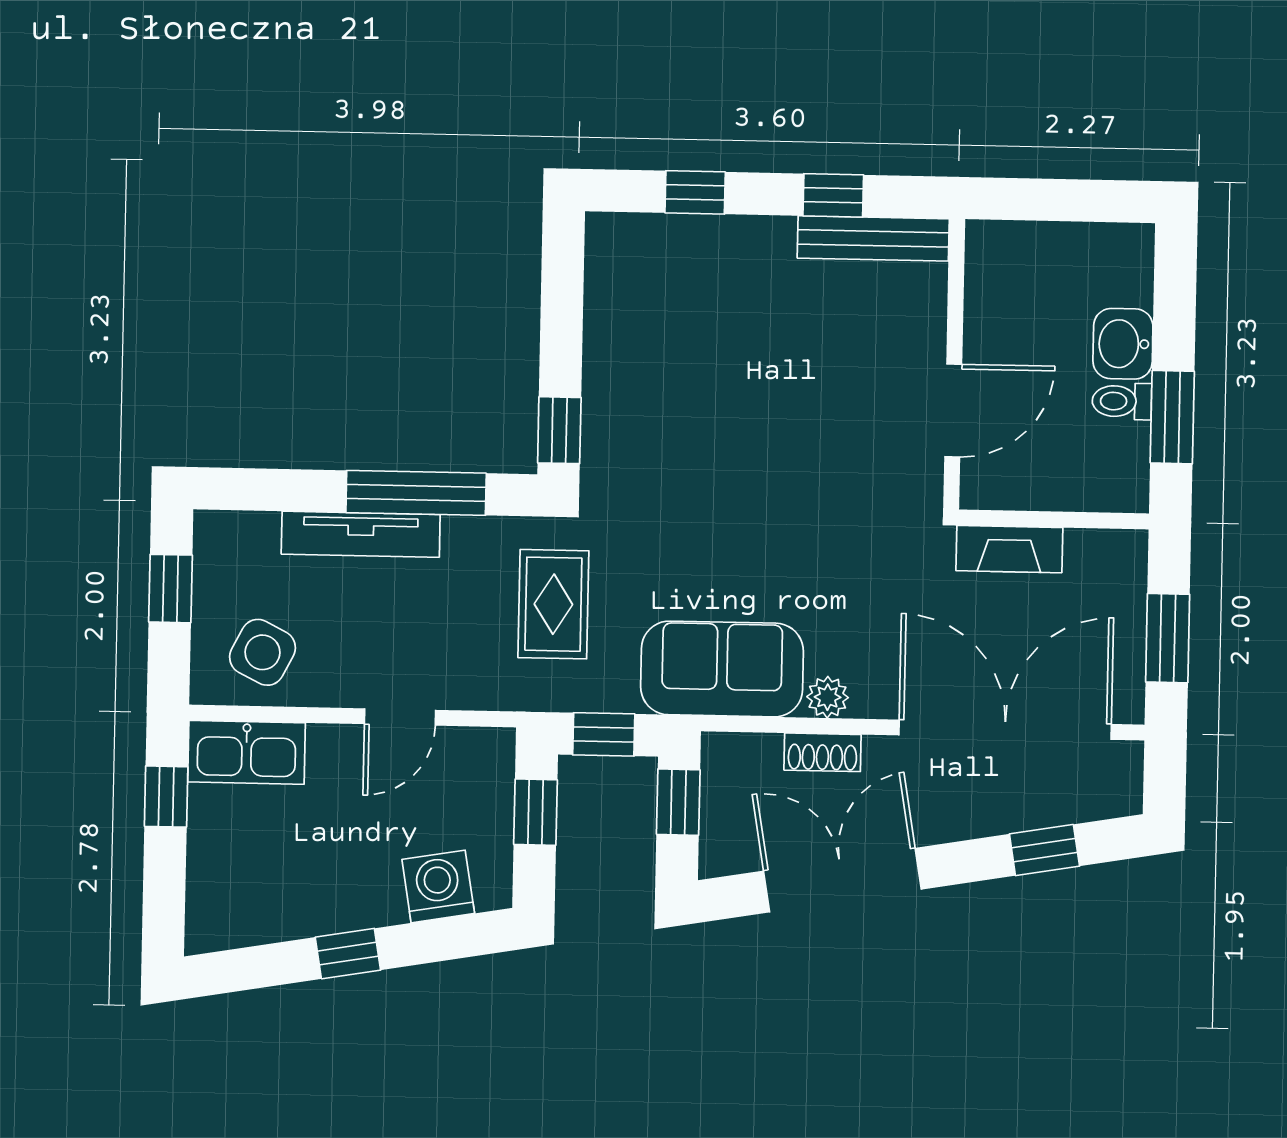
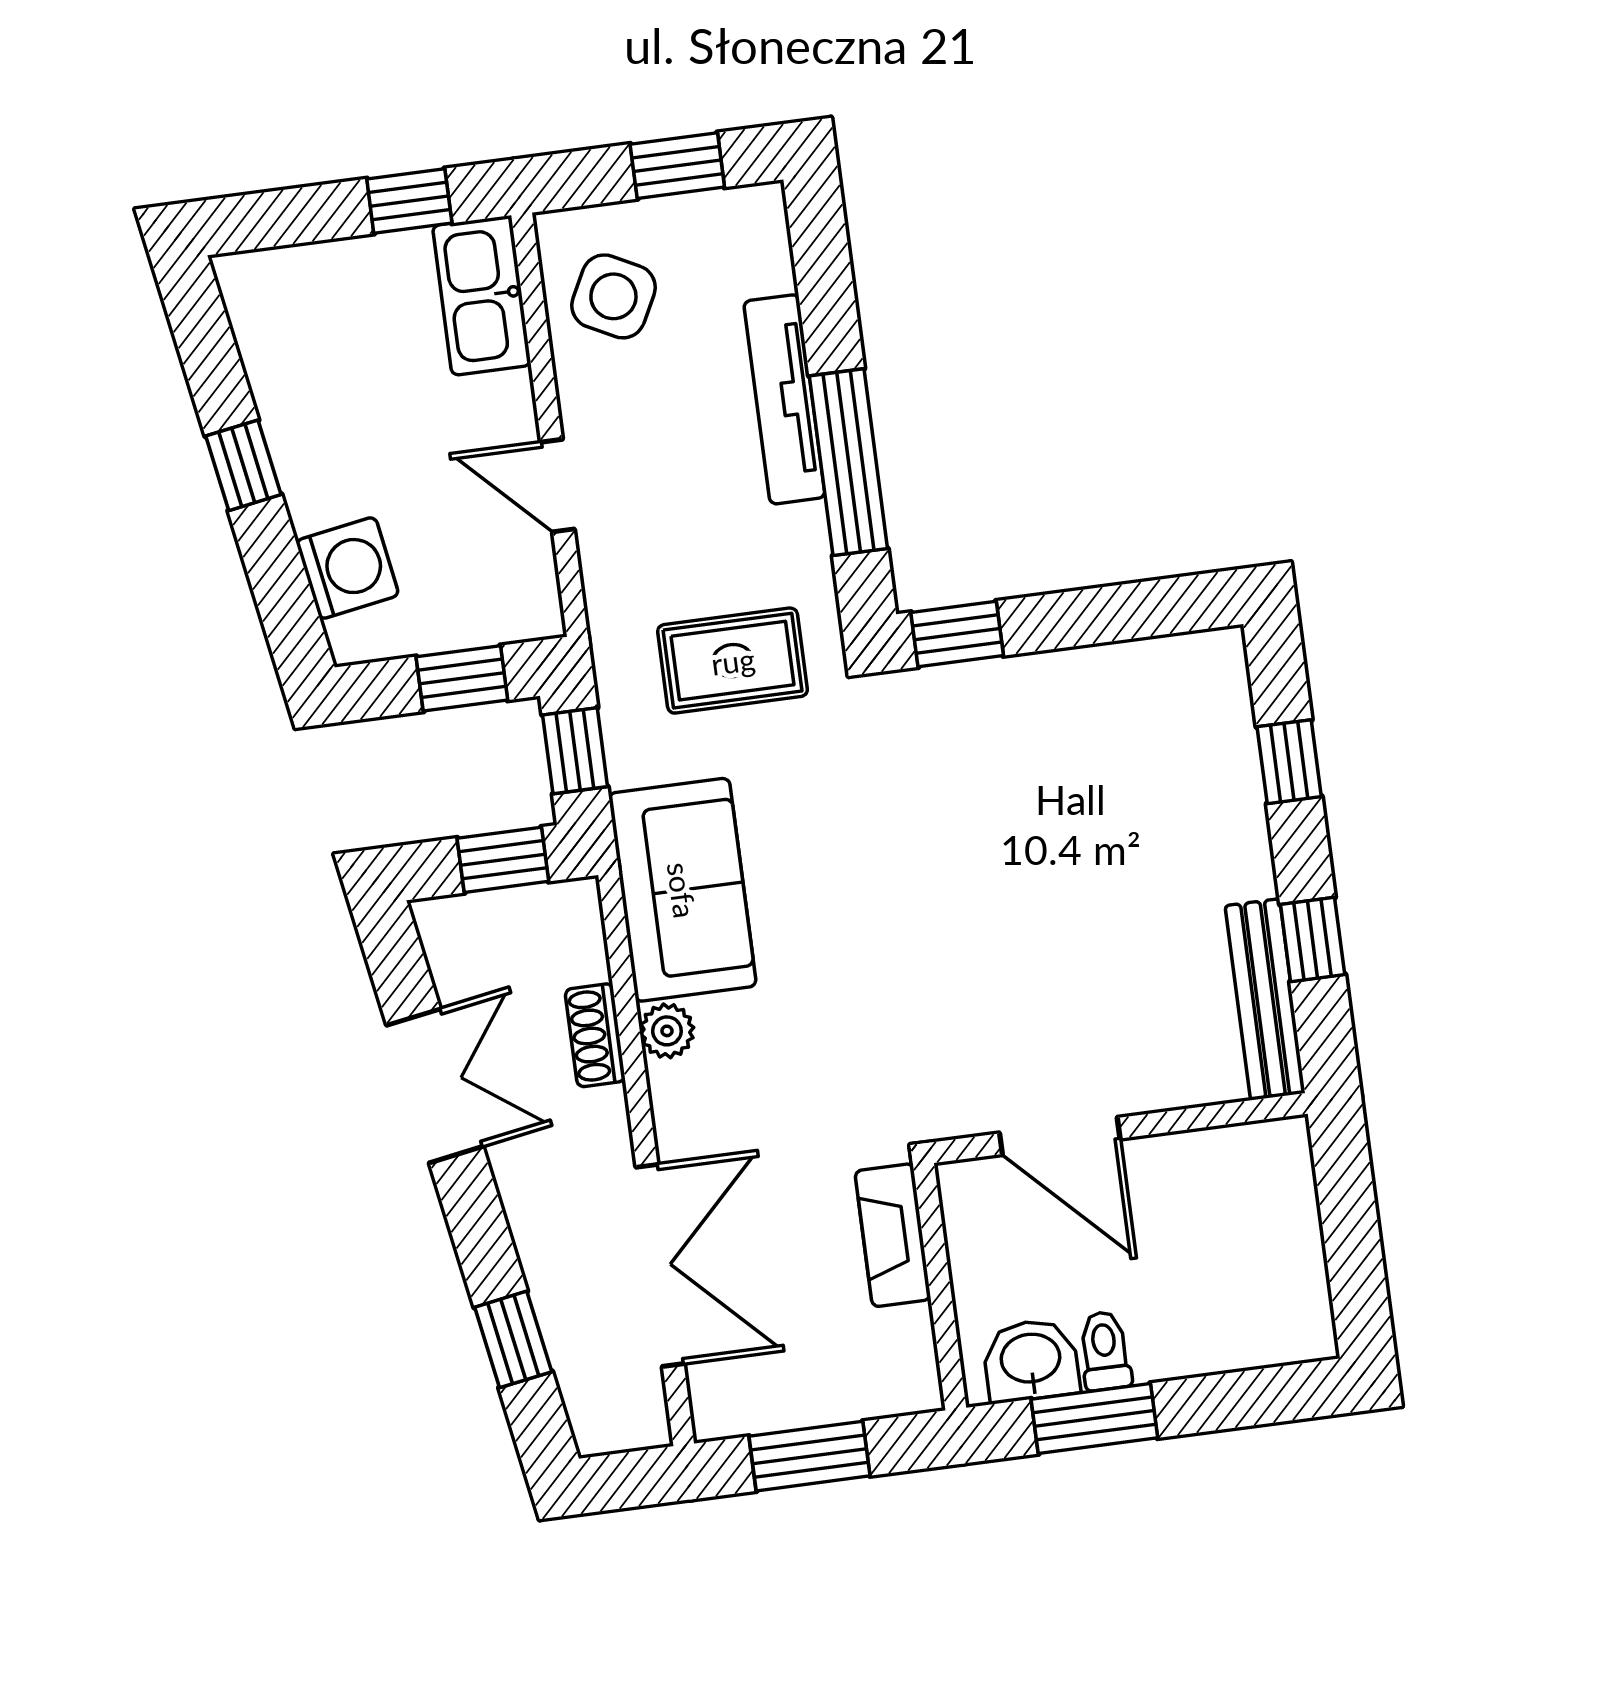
washbasin: (1123, 344) -> (1031, 1360), moved
double door: (1005, 730) -> (660, 1265), width x0.73
double door: (842, 880) -> (435, 1086), width x0.73

